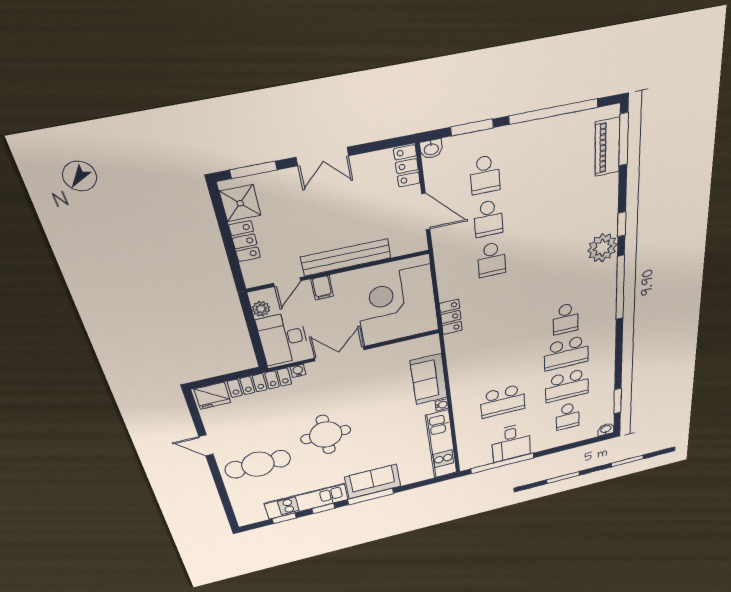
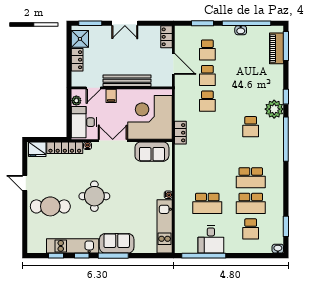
washbasin: (431, 149) -> (241, 30), moved
school desk: (566, 319) -> (251, 127), moved
sofa: (429, 379) -> (152, 152), moved, turned -90

